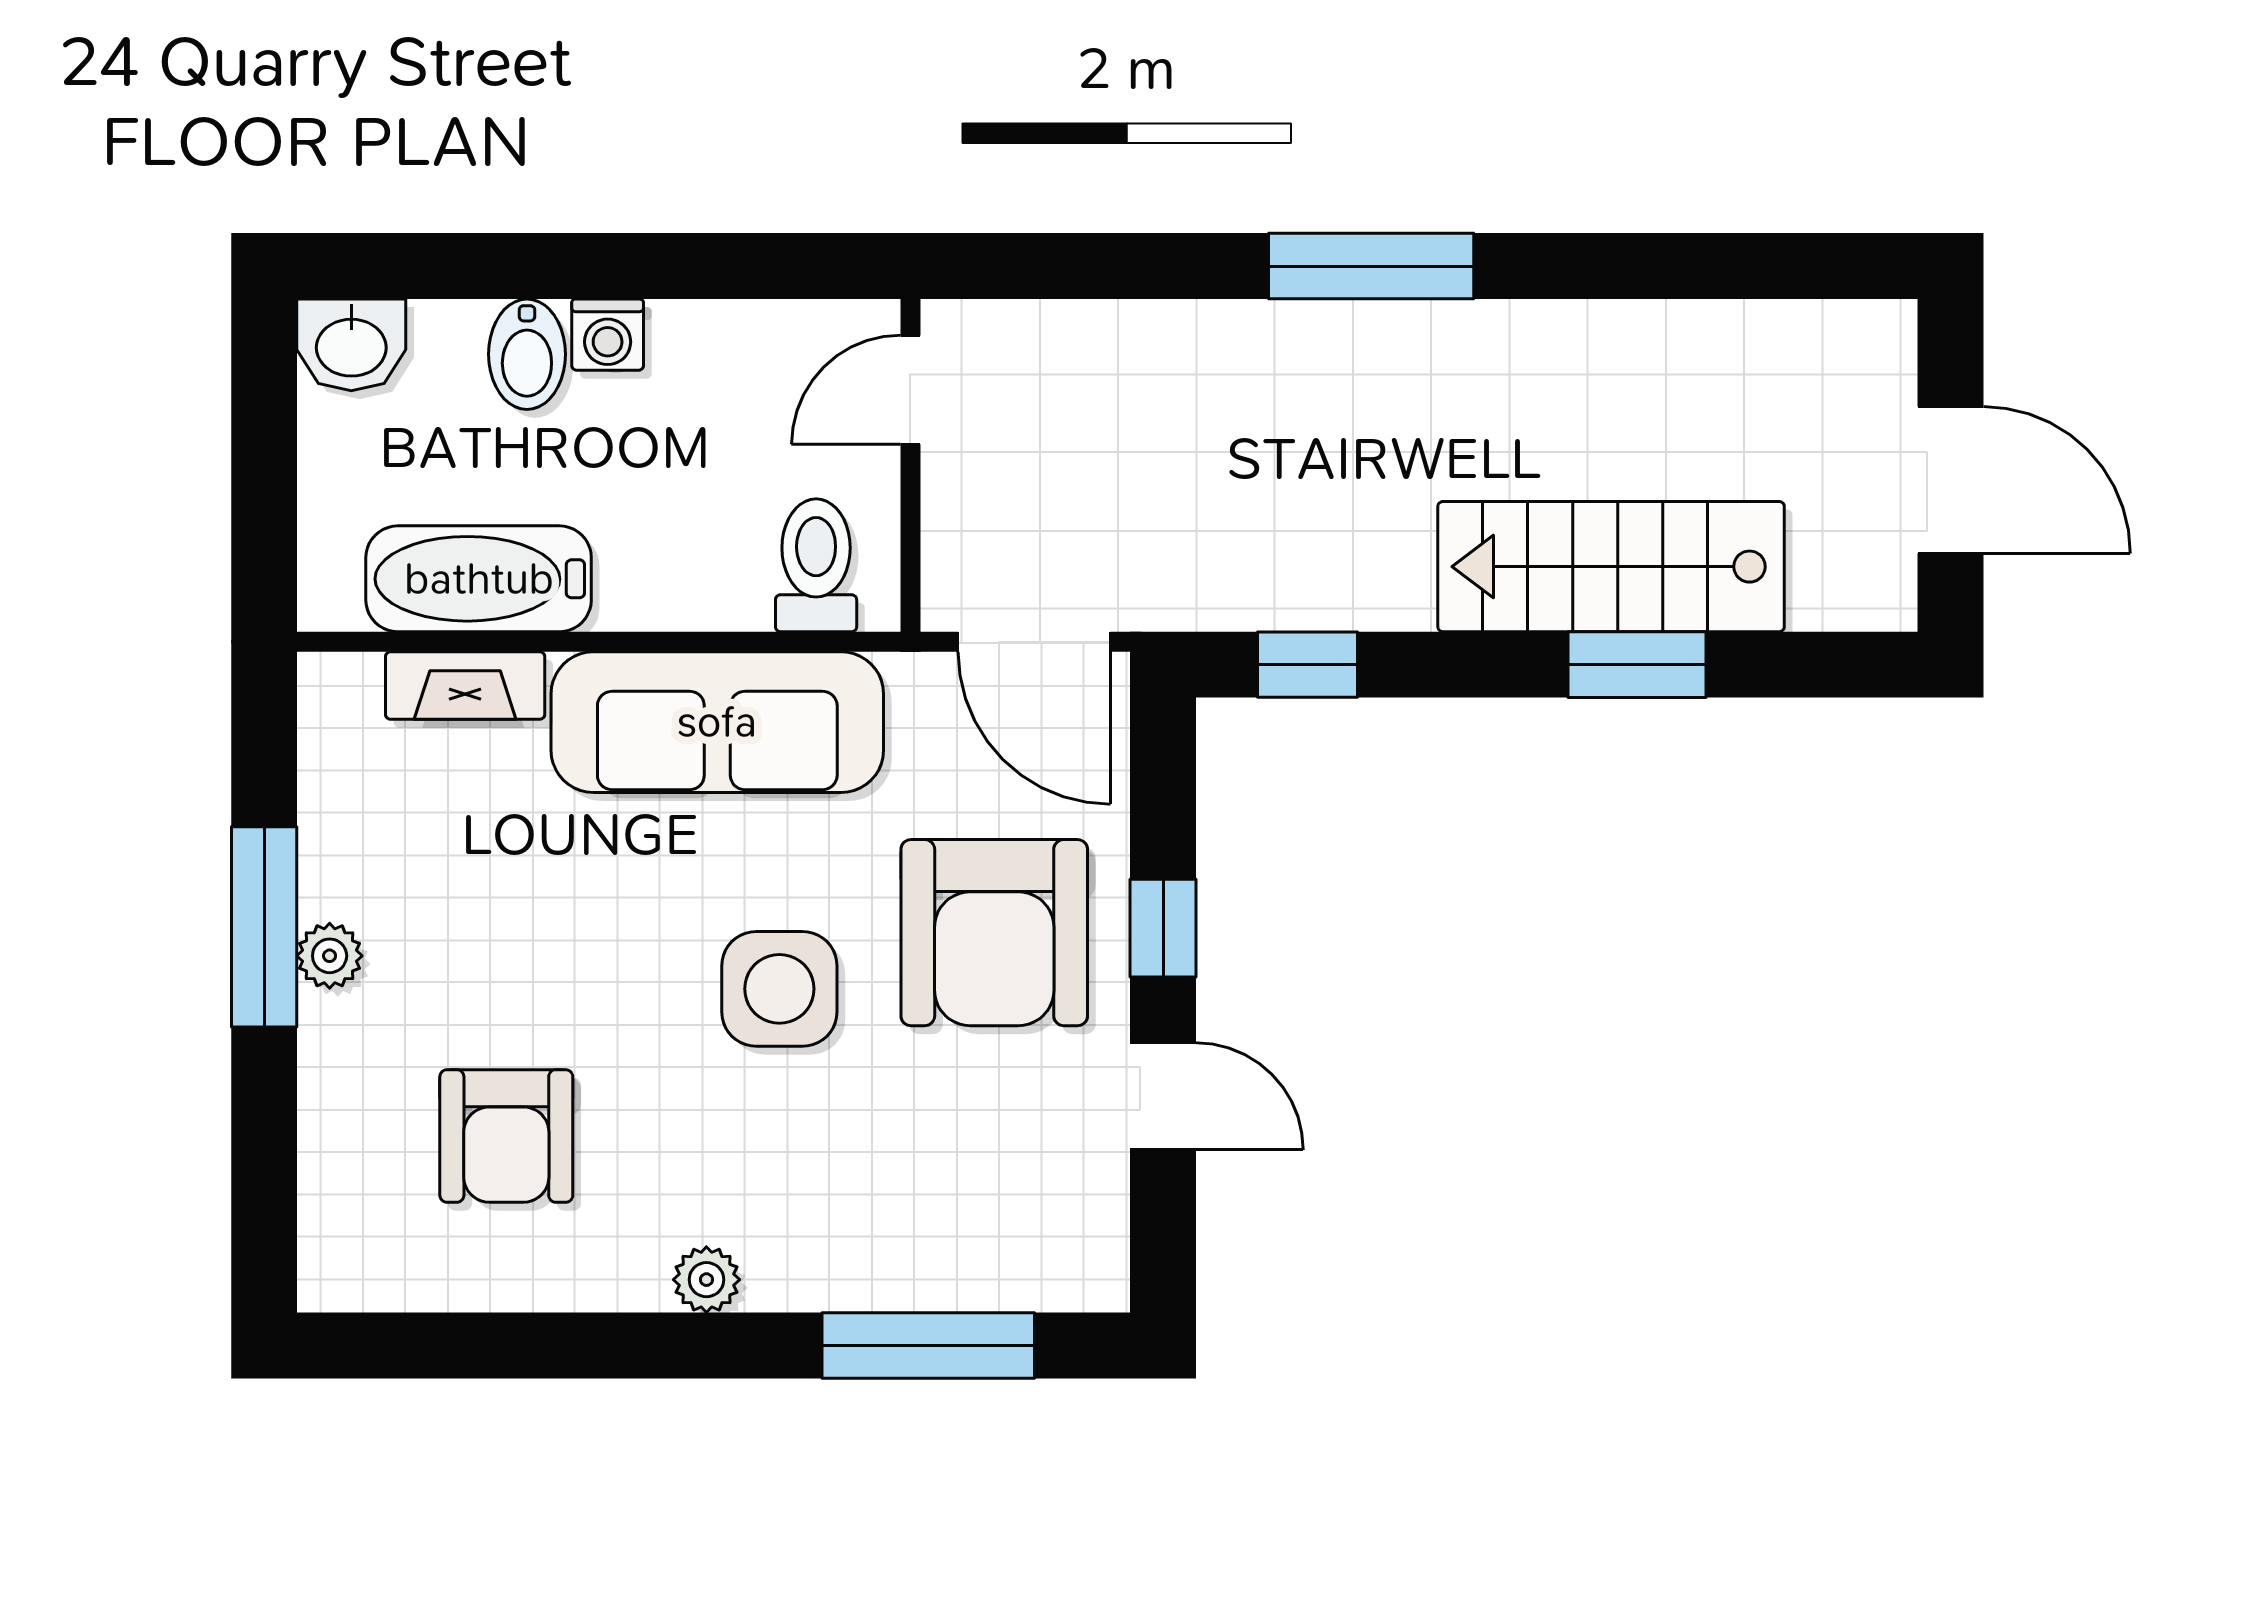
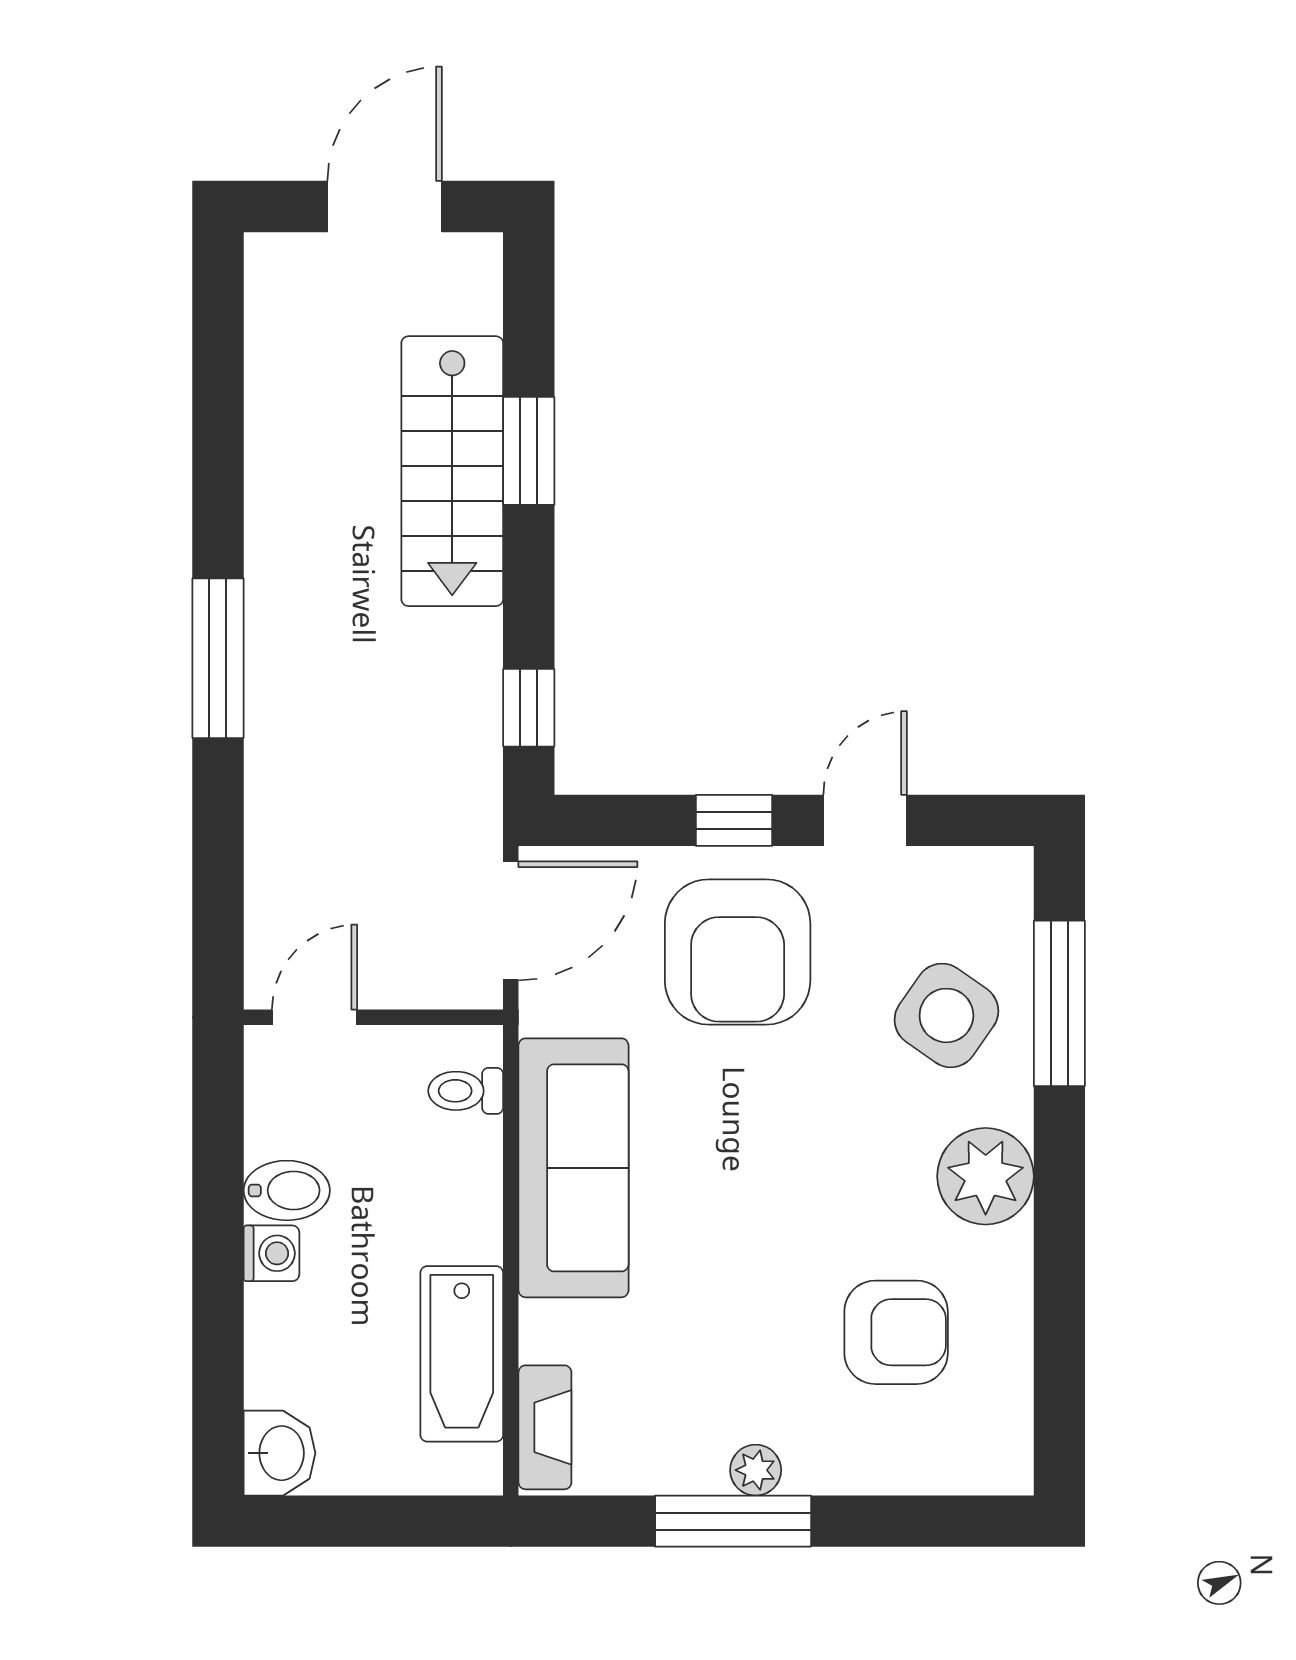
bidet: (527, 354) -> (287, 1190), moved
door: (910, 390) -> (315, 1017), swing flipped
toilet: (816, 565) -> (466, 1091), width x0.73, depth x0.72
fireplace: (465, 686) -> (545, 1427), moved
armchair: (994, 933) -> (738, 952), turned 90
side table: (779, 989) -> (946, 1015), moved, turned 35
plant: (706, 1280) -> (986, 1176), width x1.87, depth x1.87

